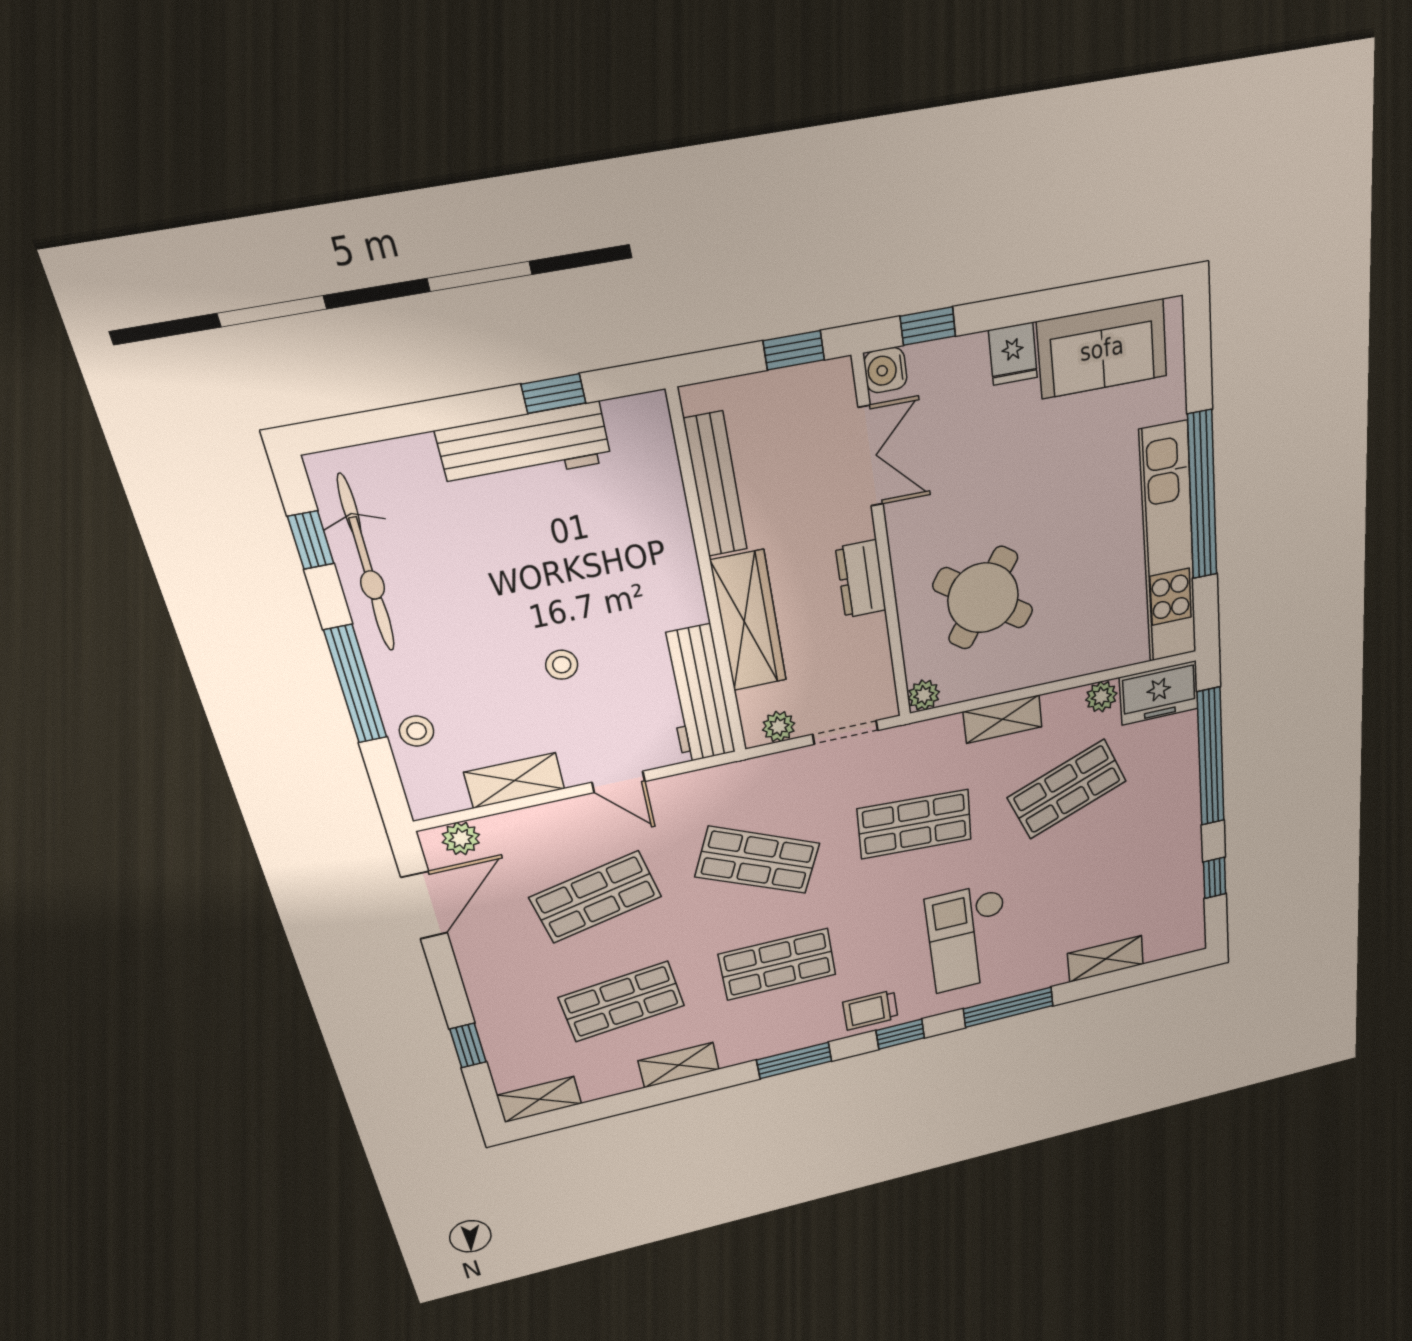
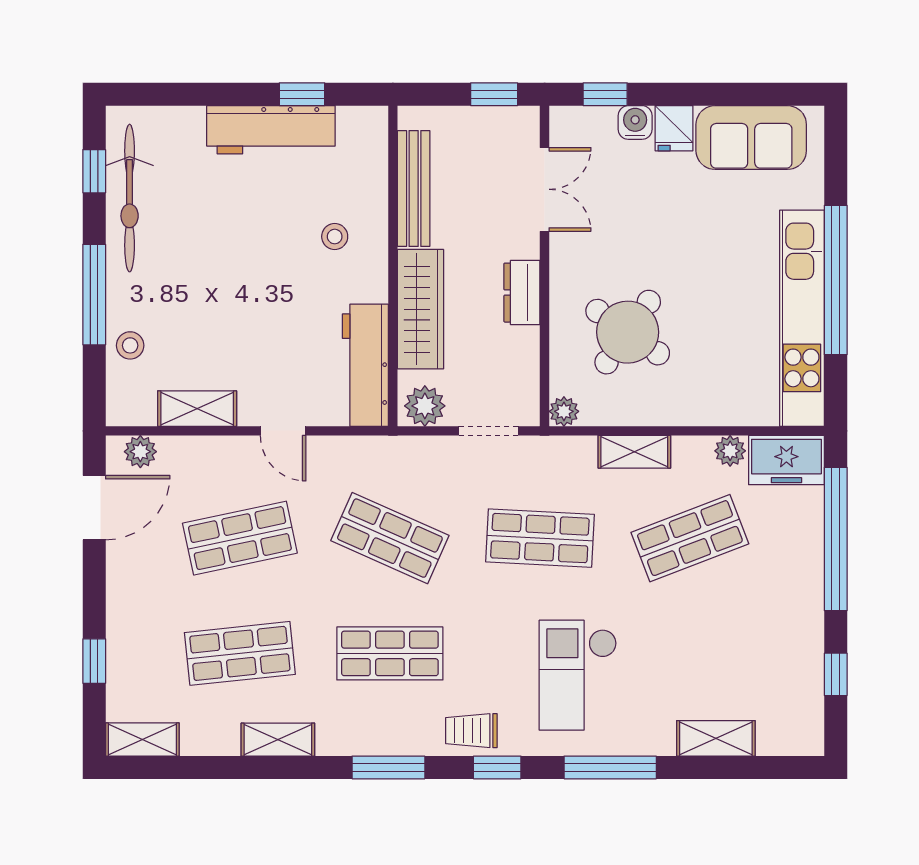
water cooler: (885, 370) -> (635, 122), moved, turned 90
stool: (562, 665) -> (335, 237), moved
plant: (779, 727) -> (425, 406), width x1.38, depth x1.38

